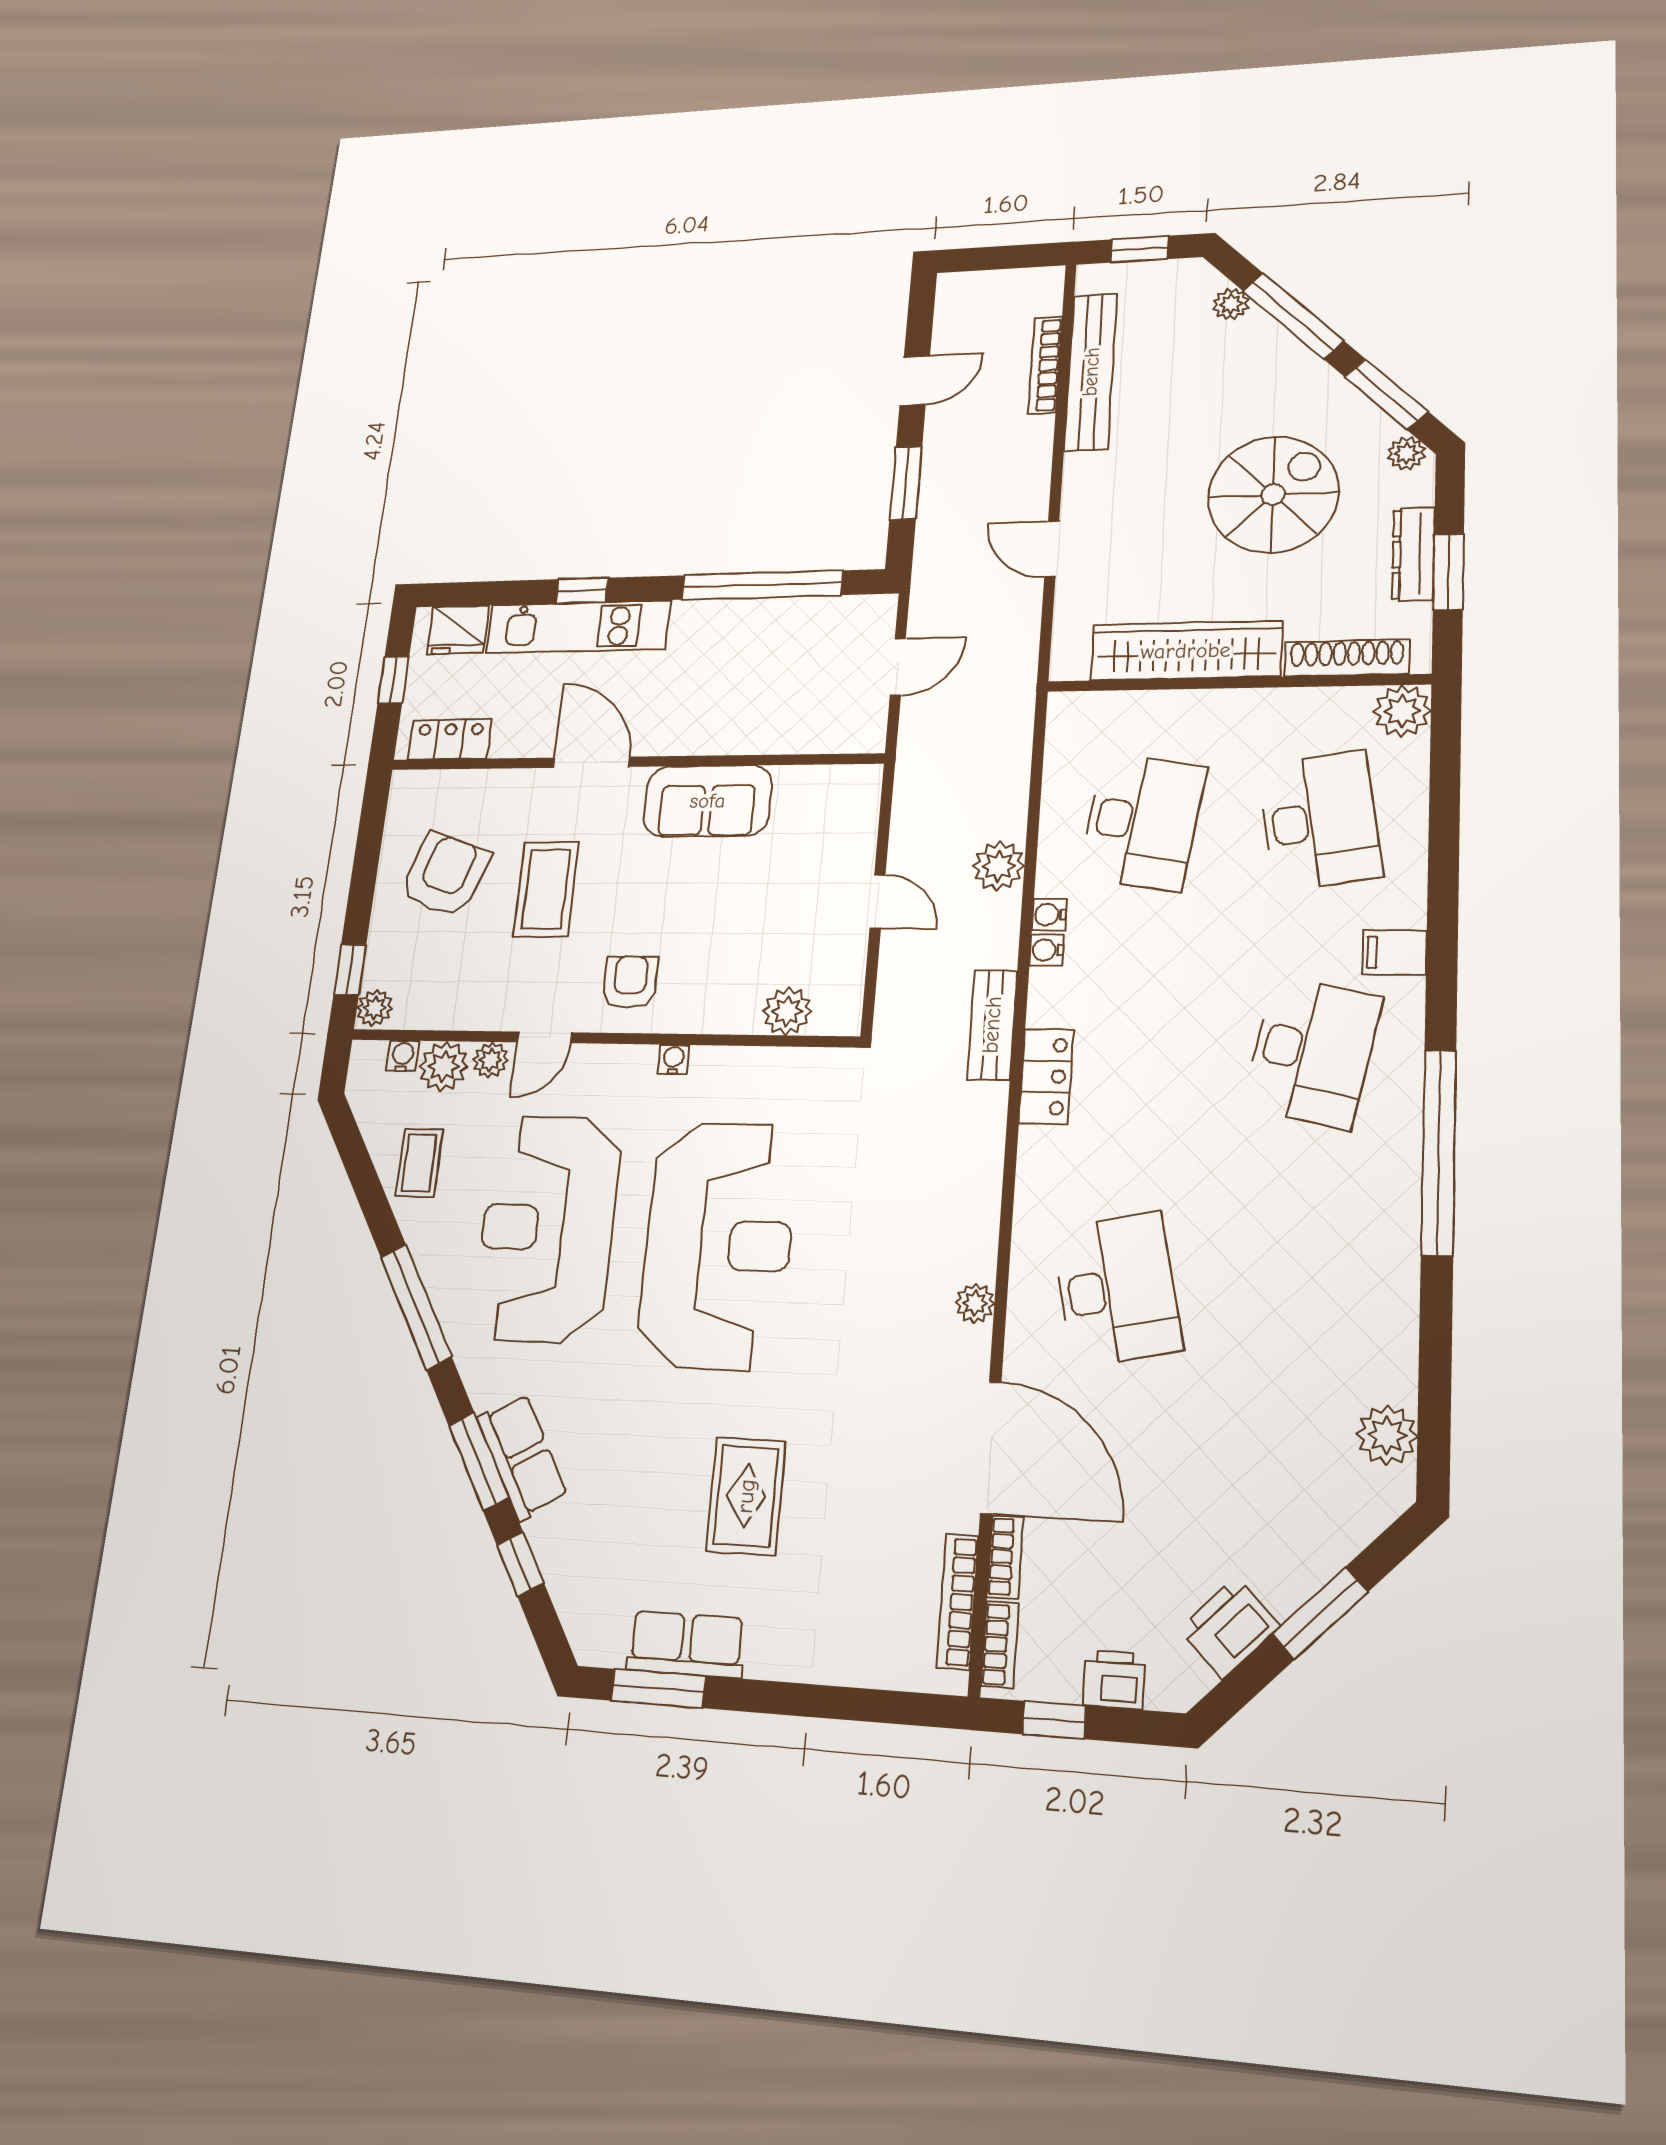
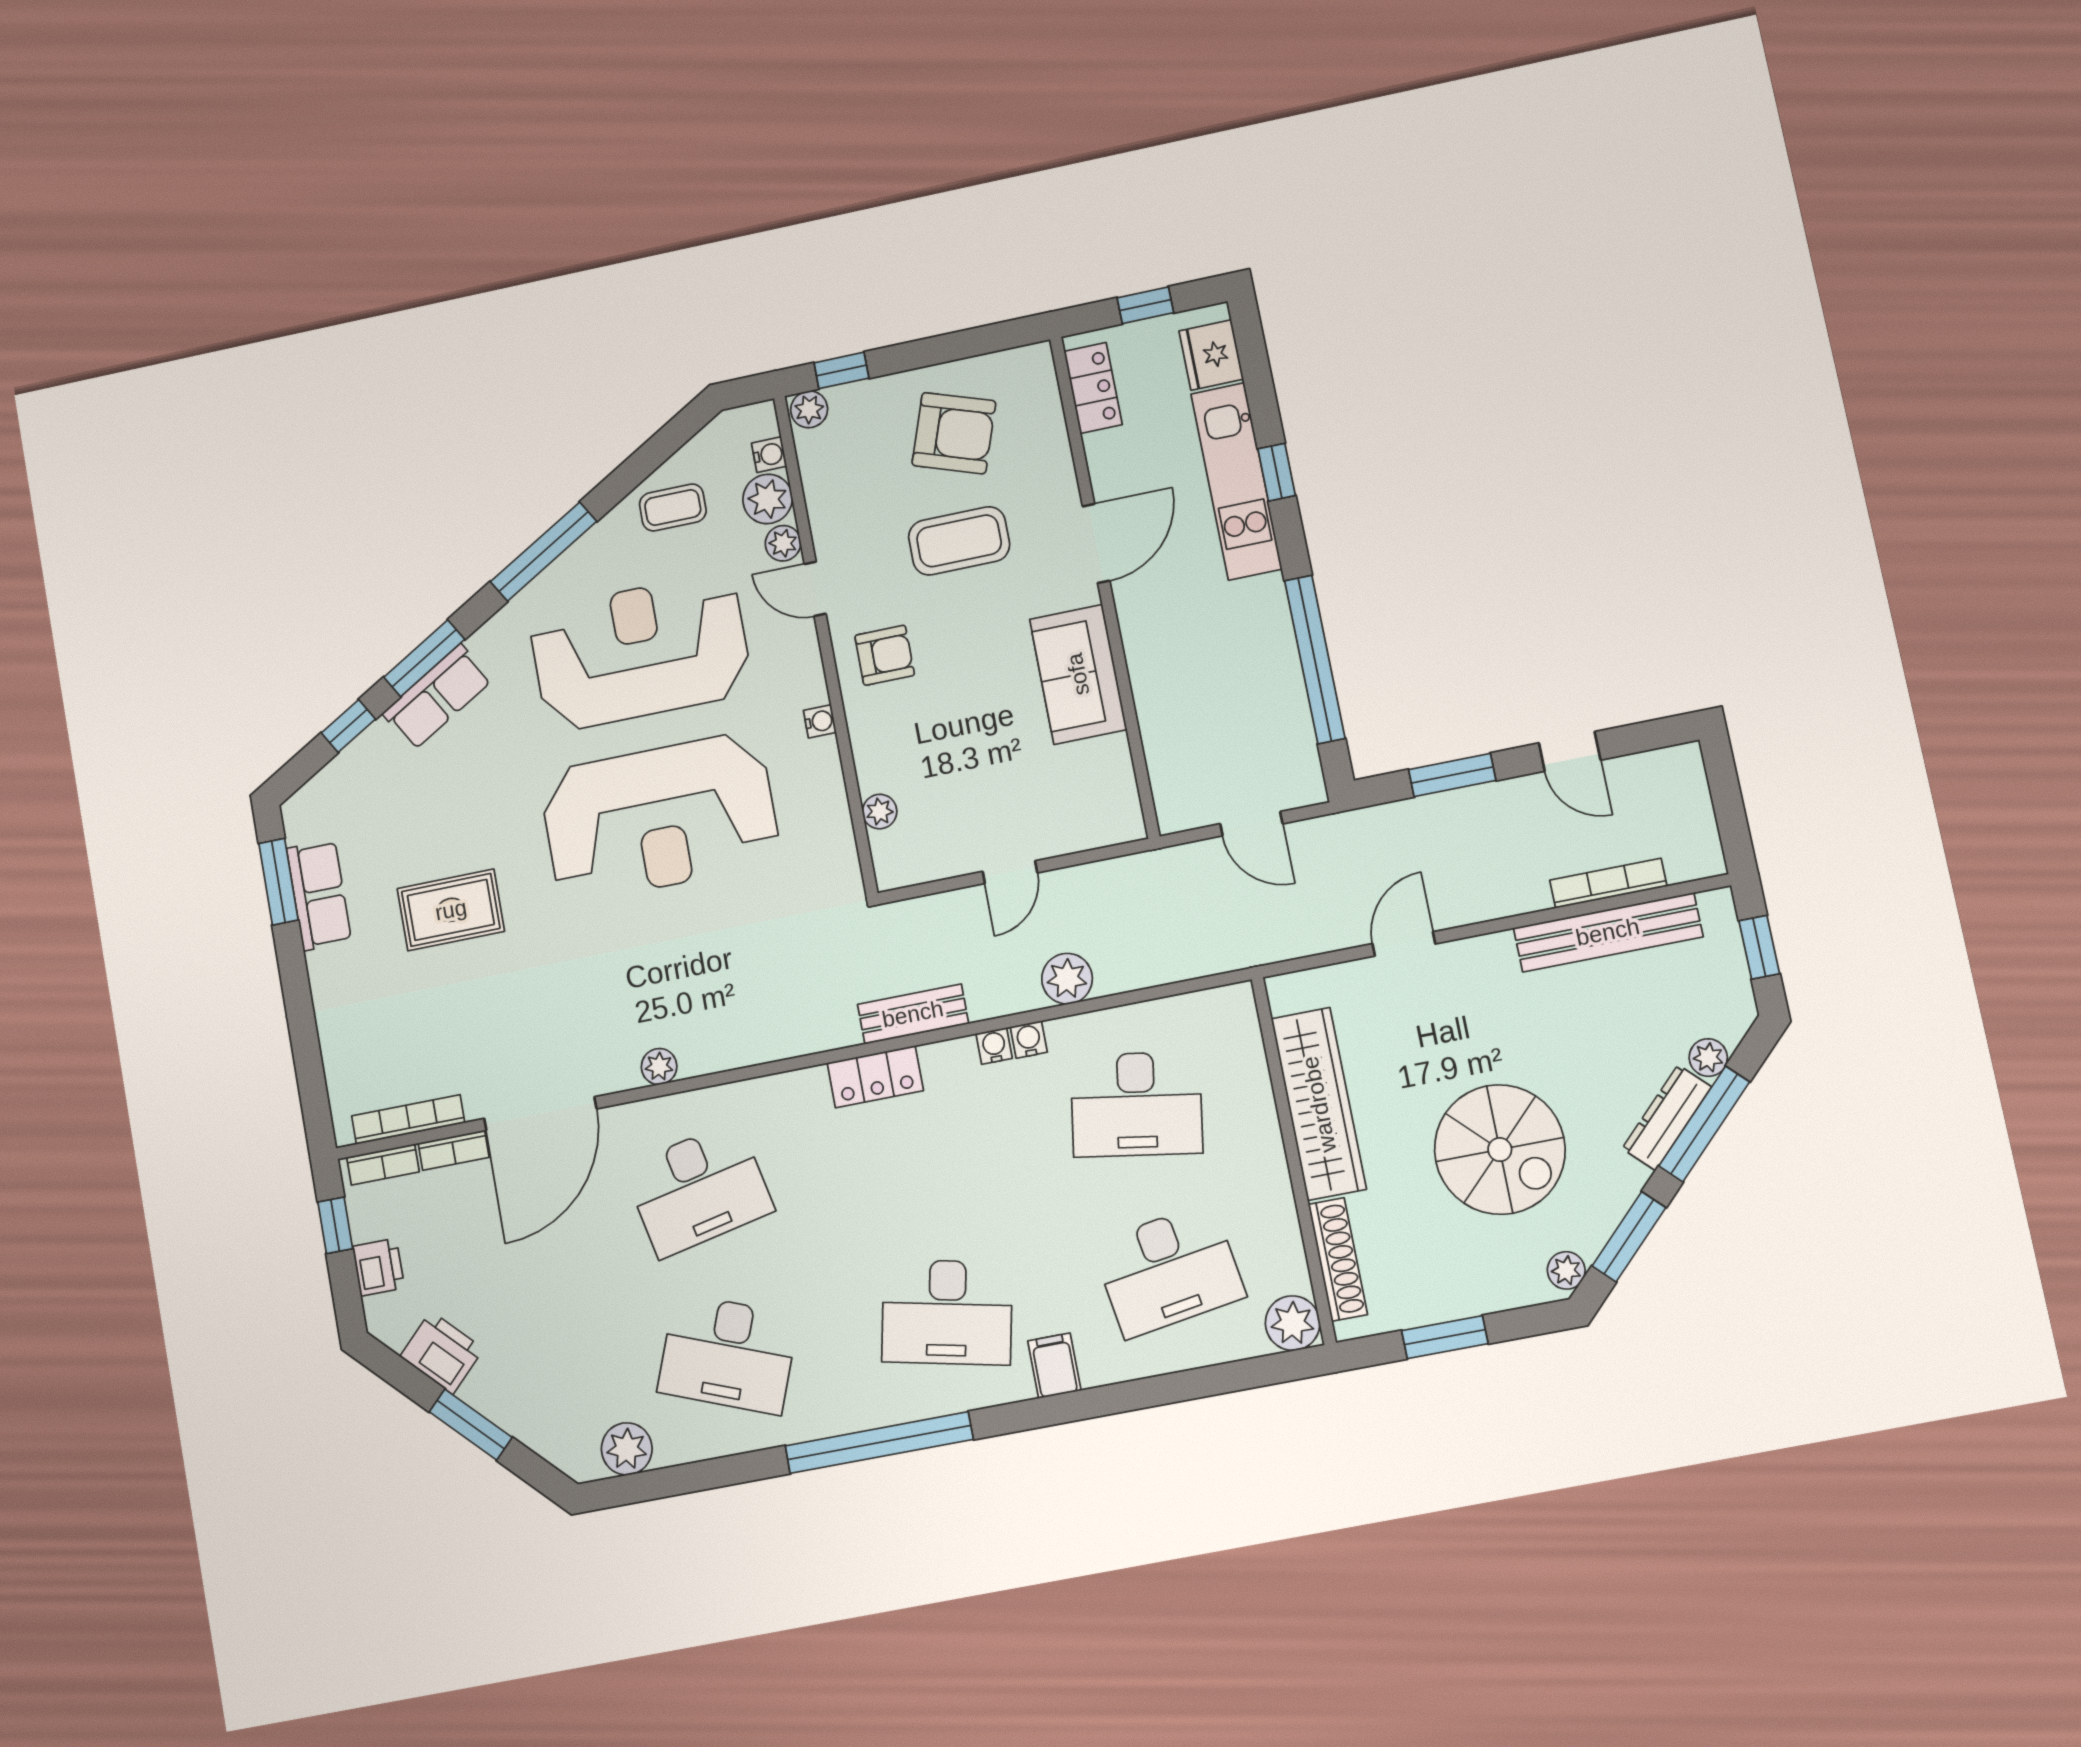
dresser: (1413, 554) -> (1667, 1118), moved, turned -45
plant: (787, 1011) -> (880, 812), width x0.73, depth x0.73
desk: (1304, 1297) -> (728, 1354), added

